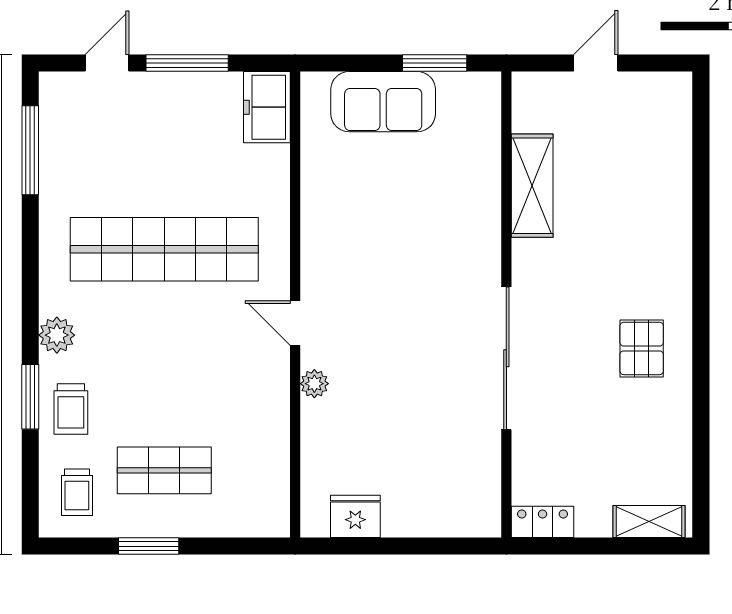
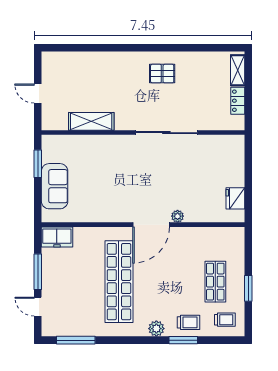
door: (295, 323) -> (151, 225), width x1.87
locker: (543, 522) -> (238, 101), moved

